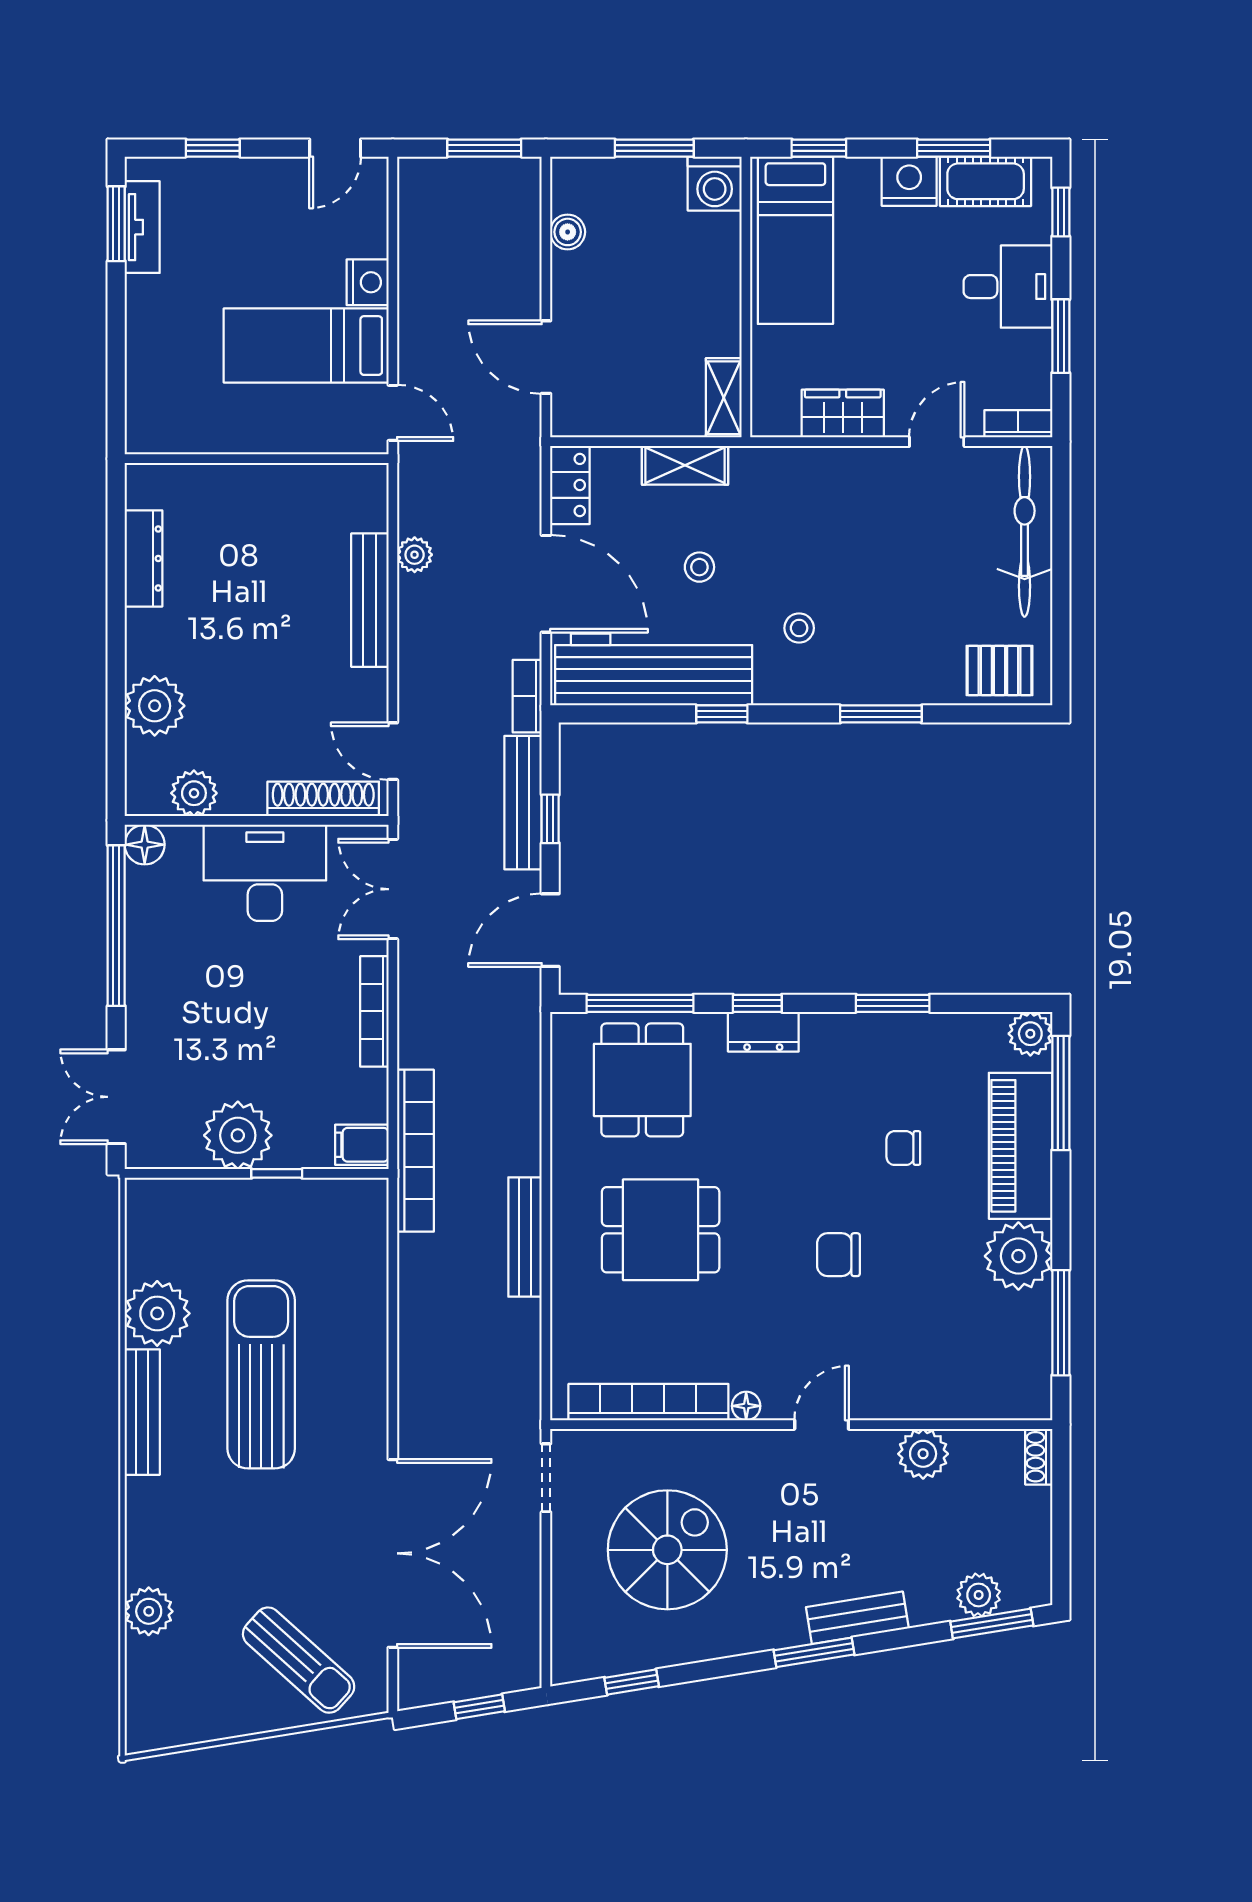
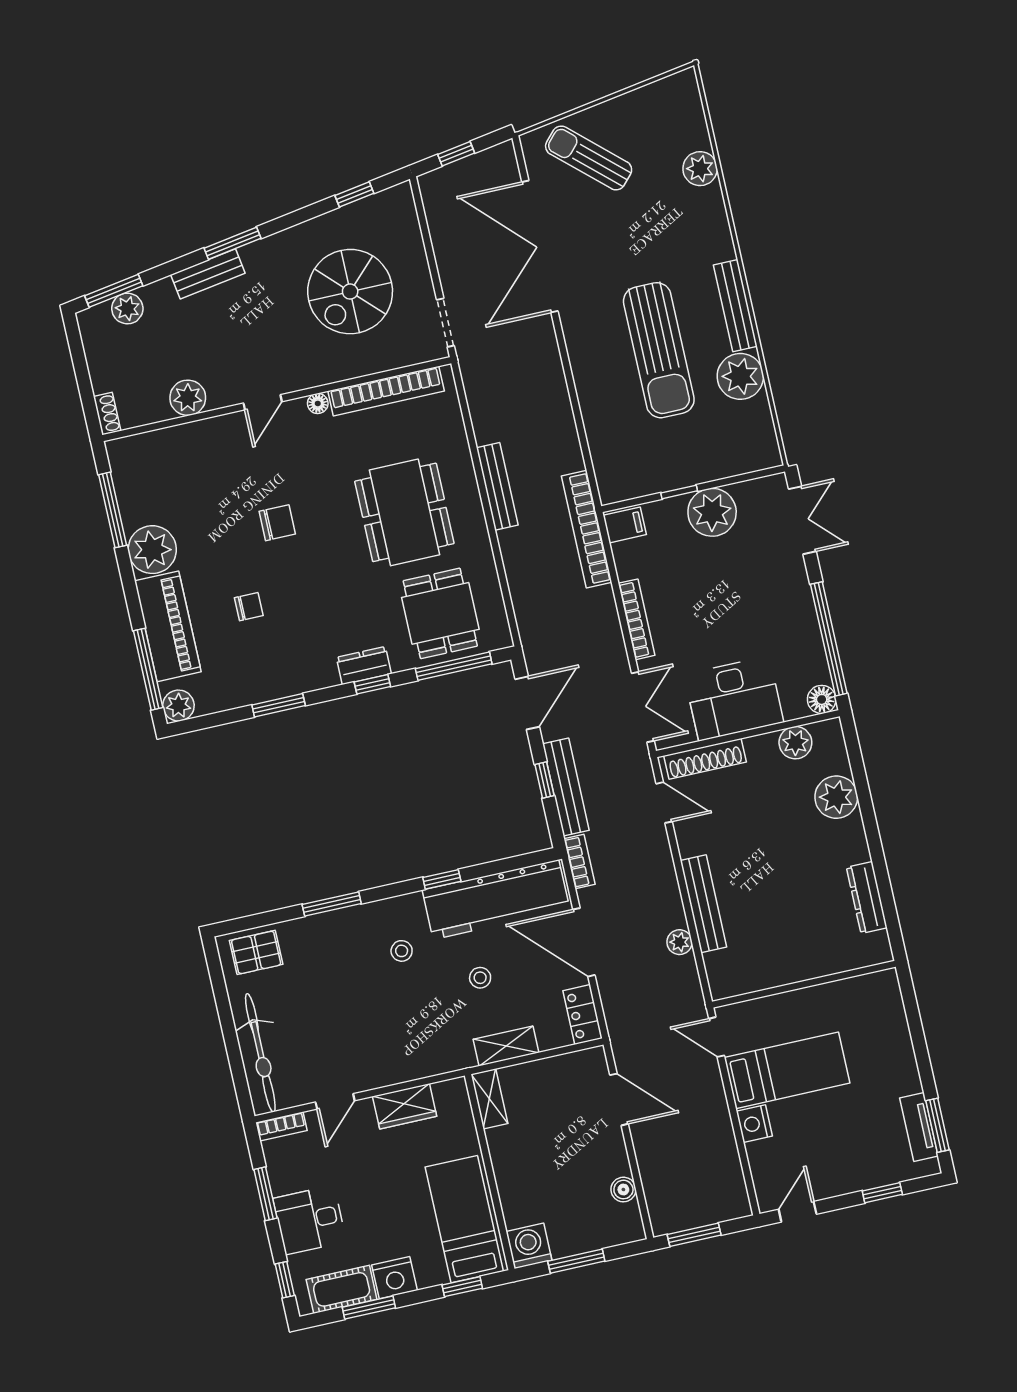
dining table: (661, 1230) -> (404, 512), width x1.37

